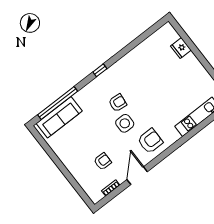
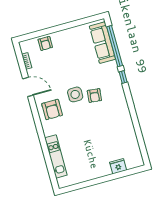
window: (100, 70) -> (123, 77), moved
armchair: (103, 161) -> (45, 43), moved

